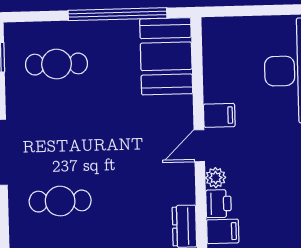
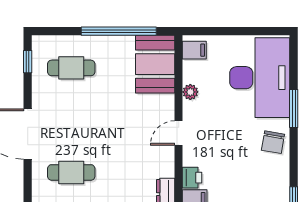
filing cabinet: (219, 115) -> (194, 50), moved
plant: (216, 178) -> (190, 92), moved

